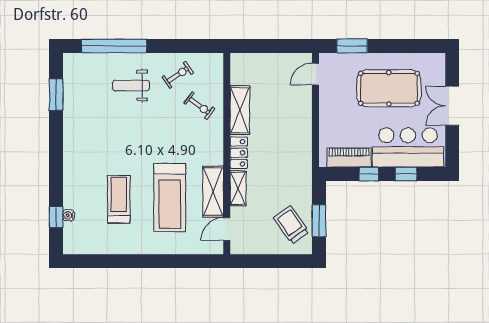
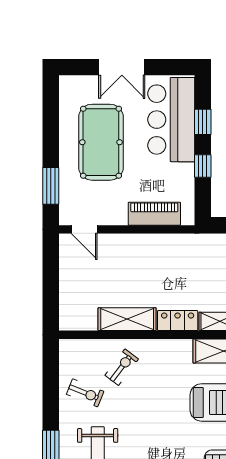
exercise bike: (178, 75) -> (85, 393), turned 146
piano: (349, 157) -> (154, 214), moved, turned 90

